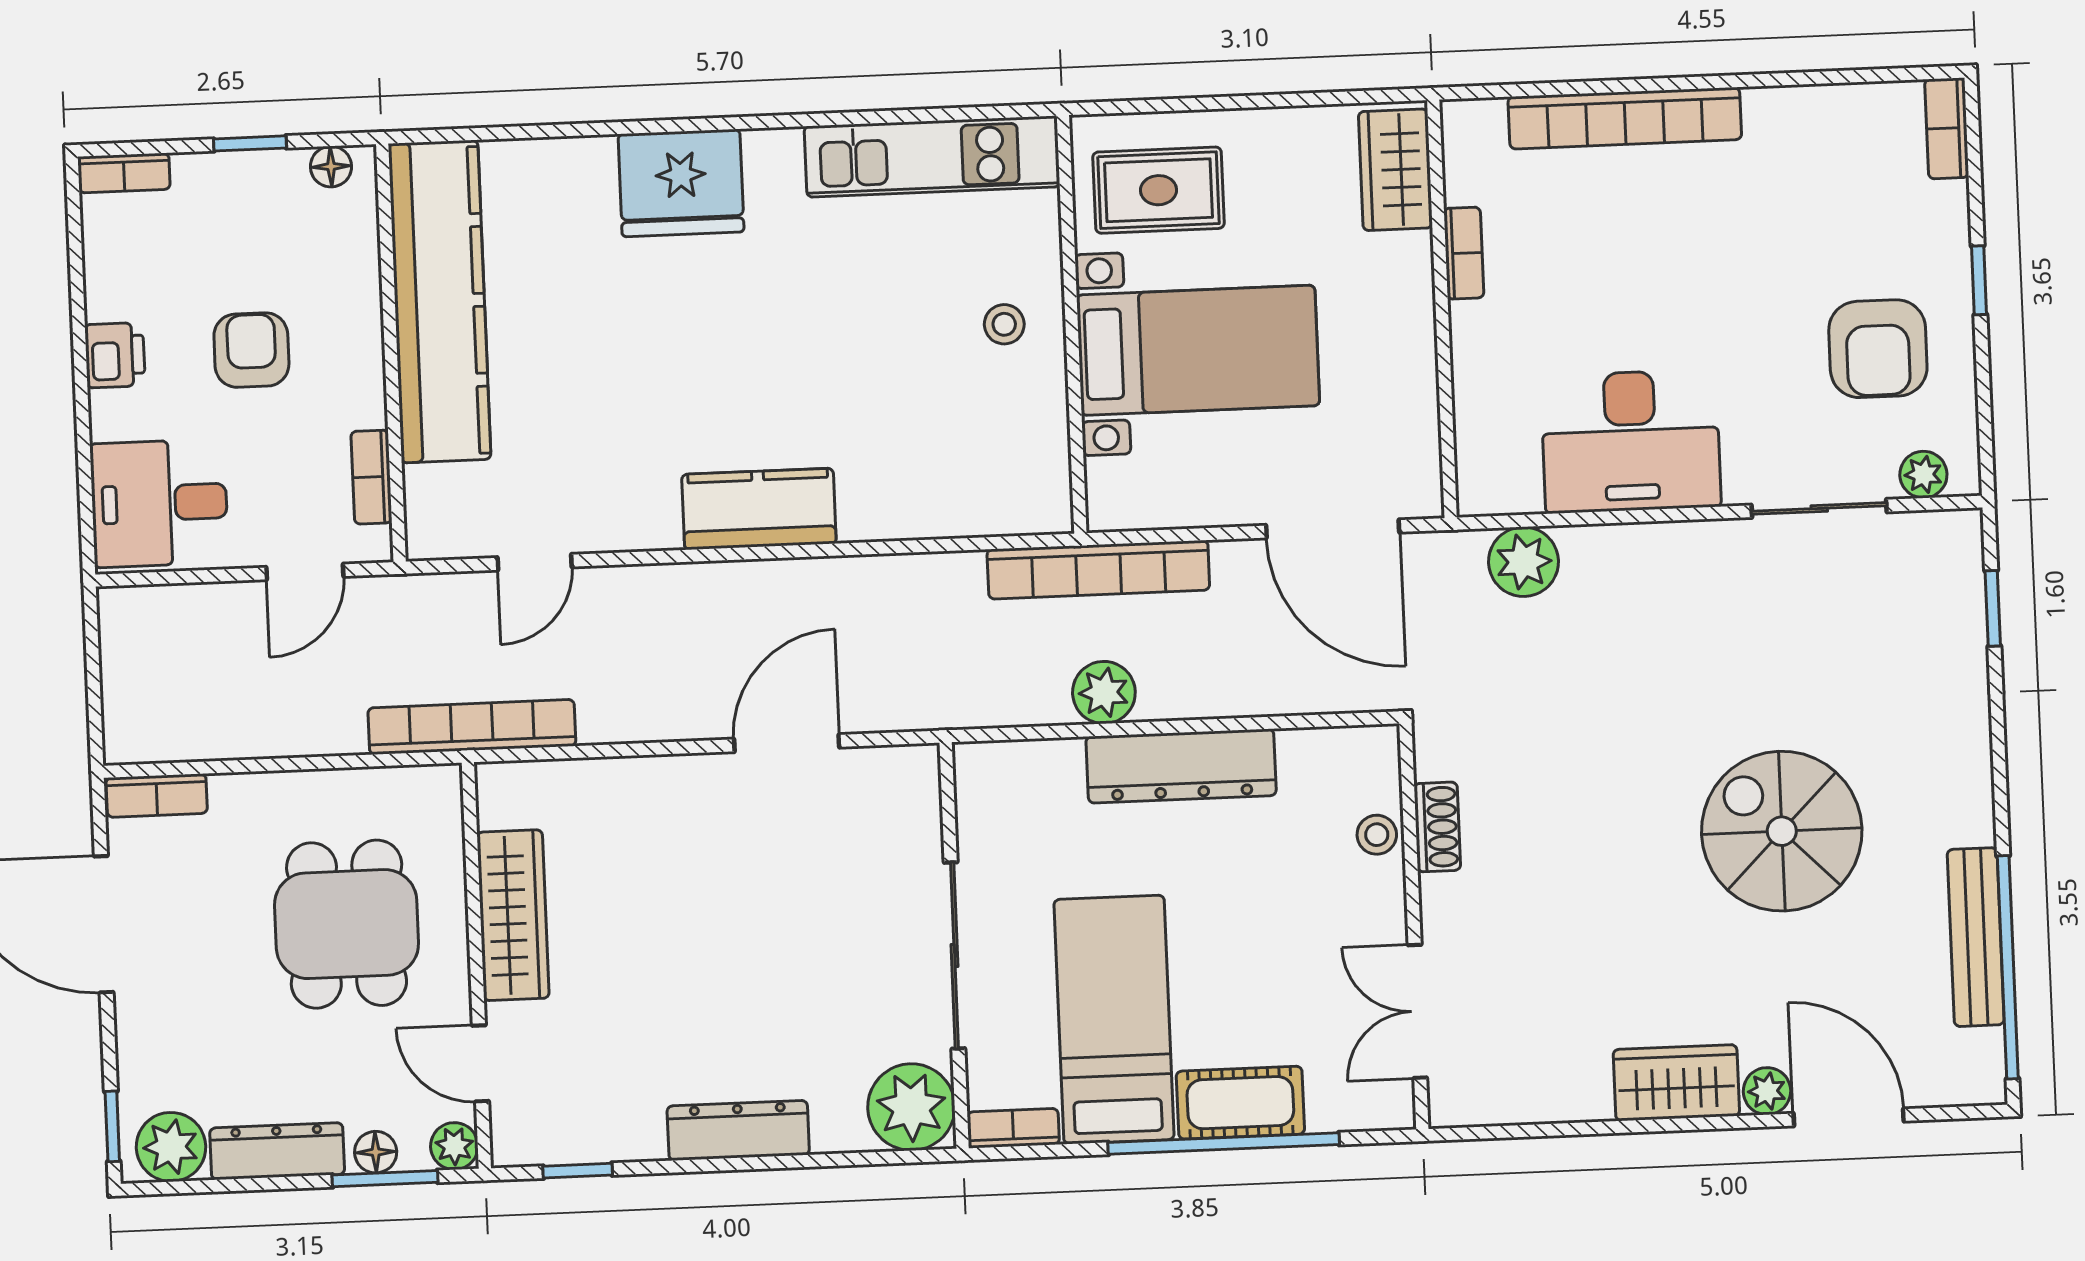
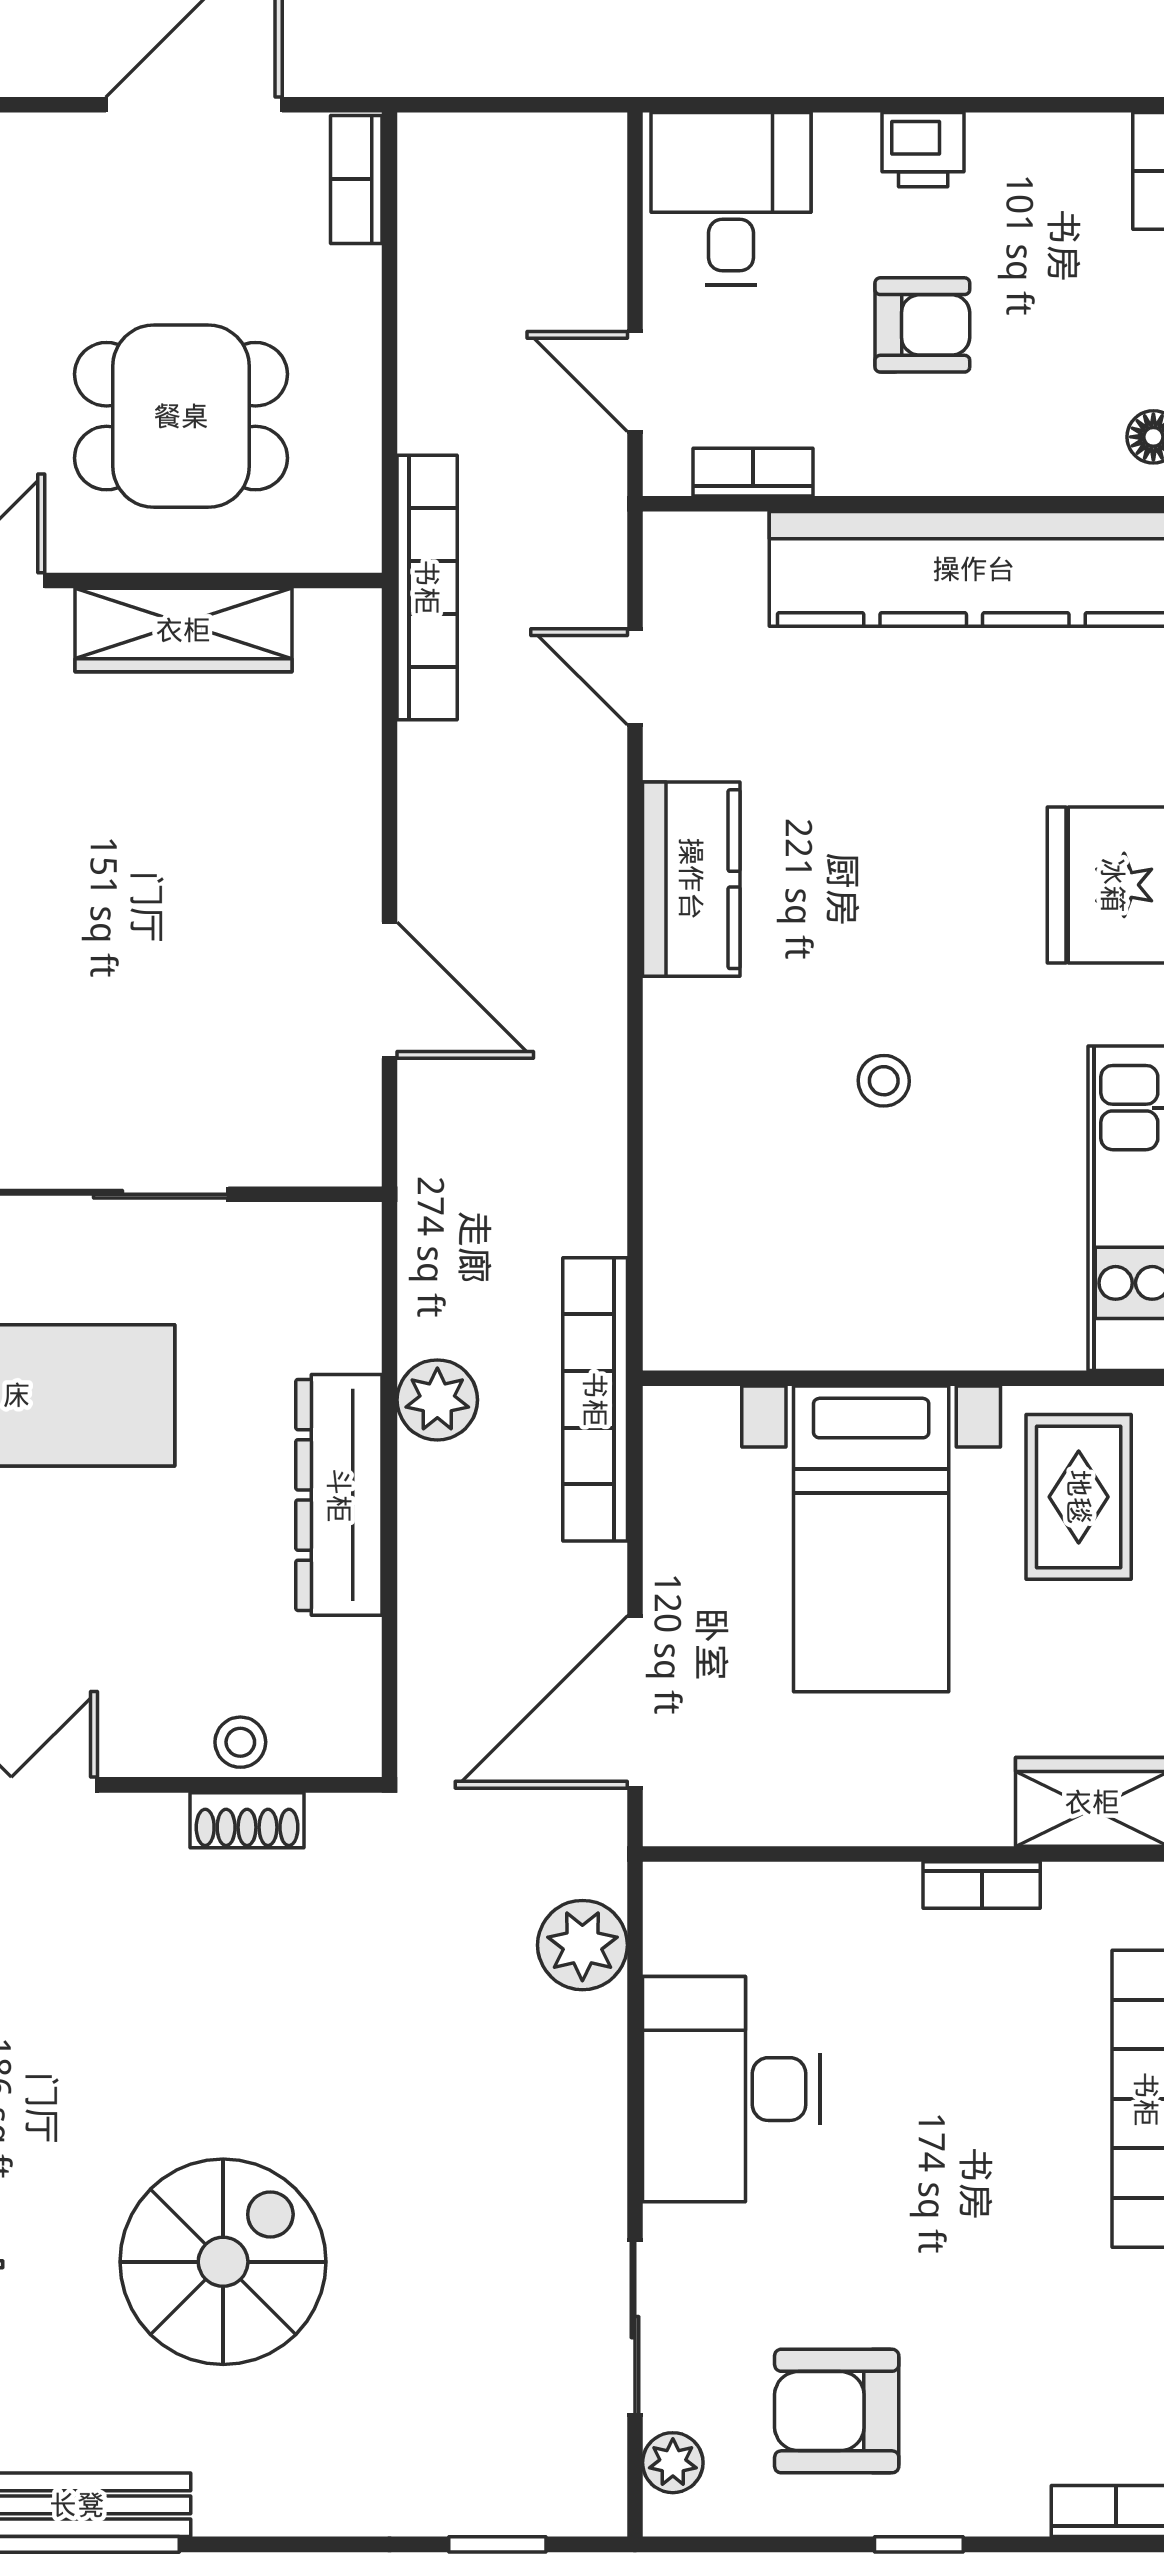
stool: (1004, 324) -> (884, 1081), moved
kitchen counter: (759, 509) -> (691, 879), moved

